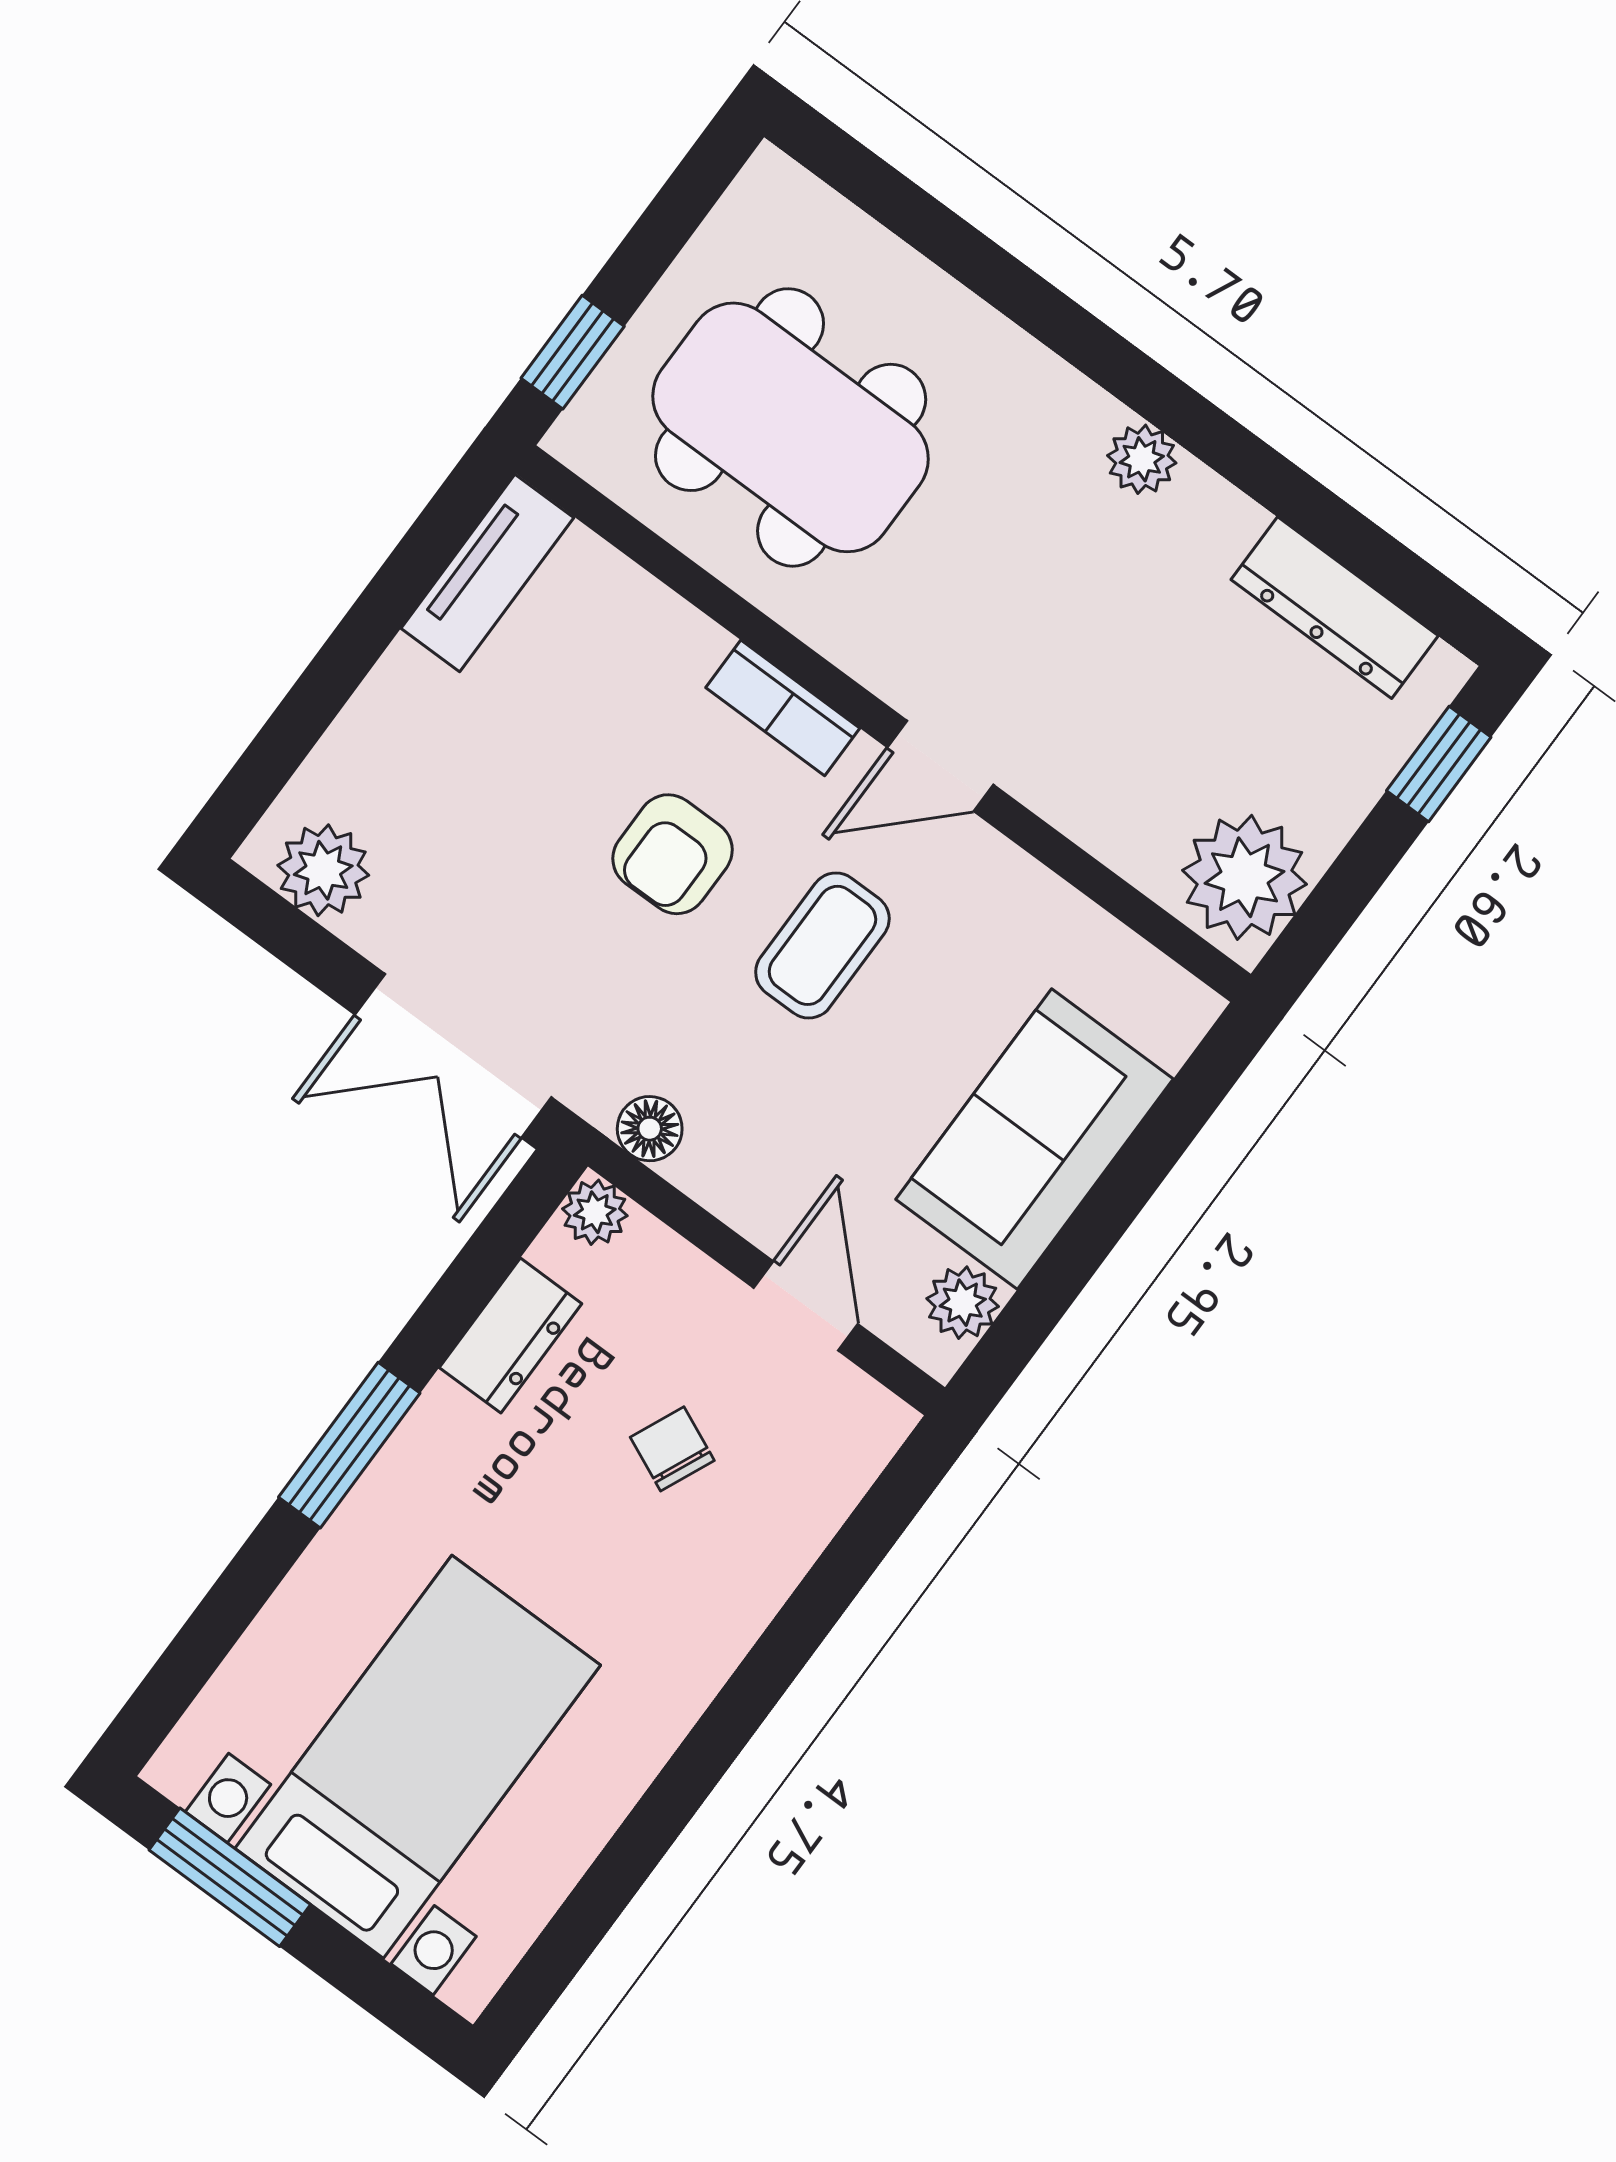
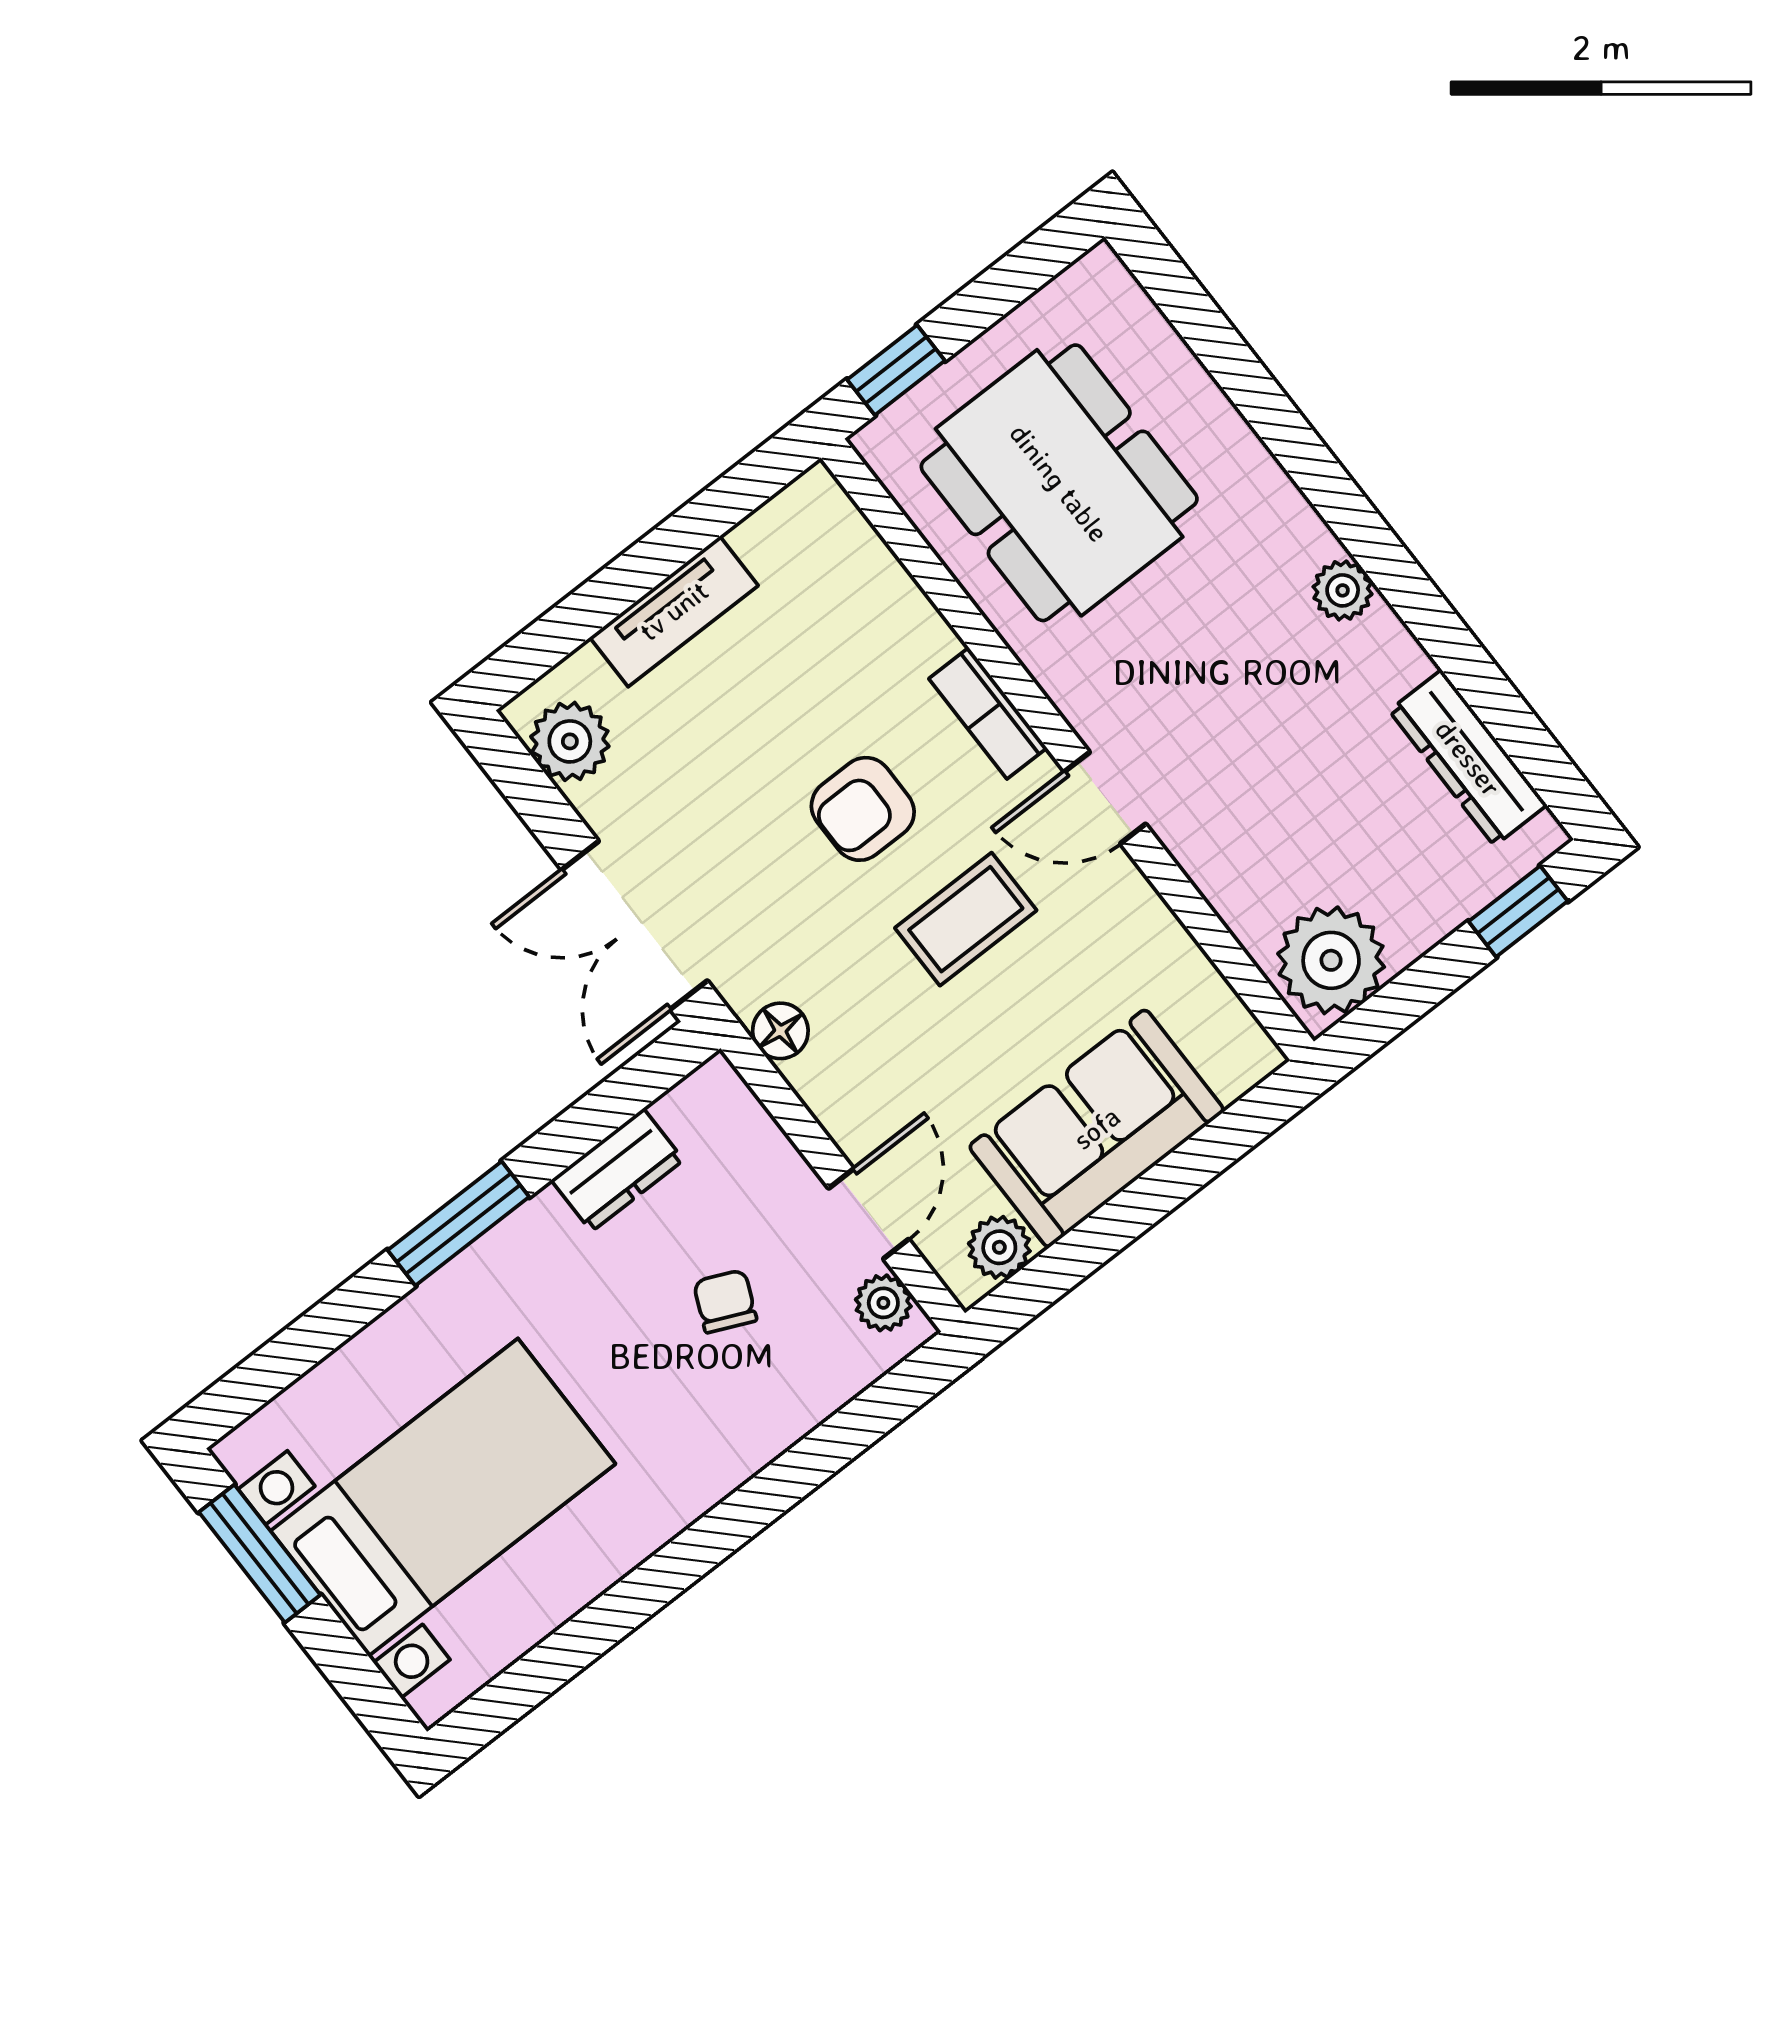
tv unit: (487, 573) -> (674, 611), moved
plant: (595, 1212) -> (883, 1303), moved

